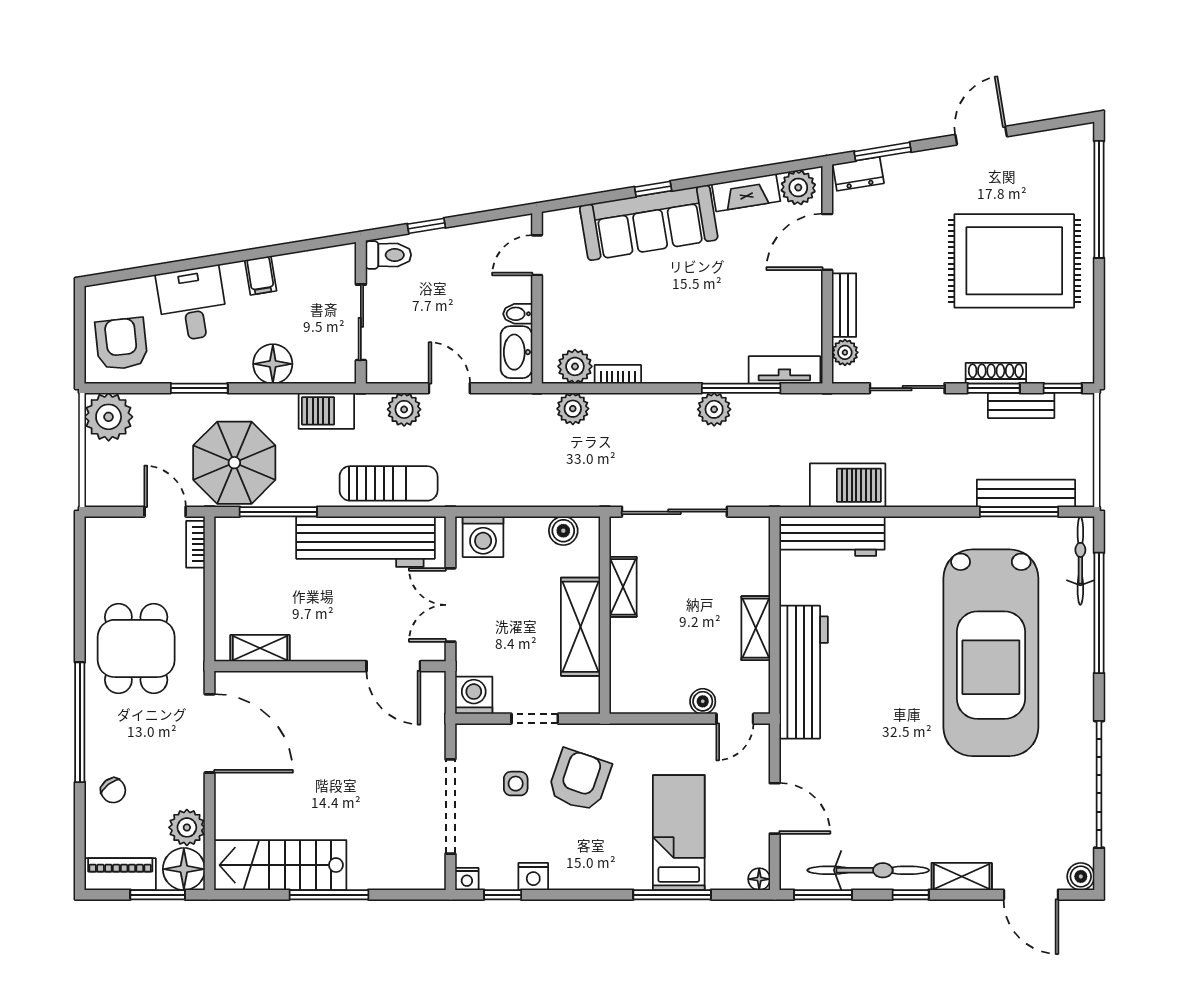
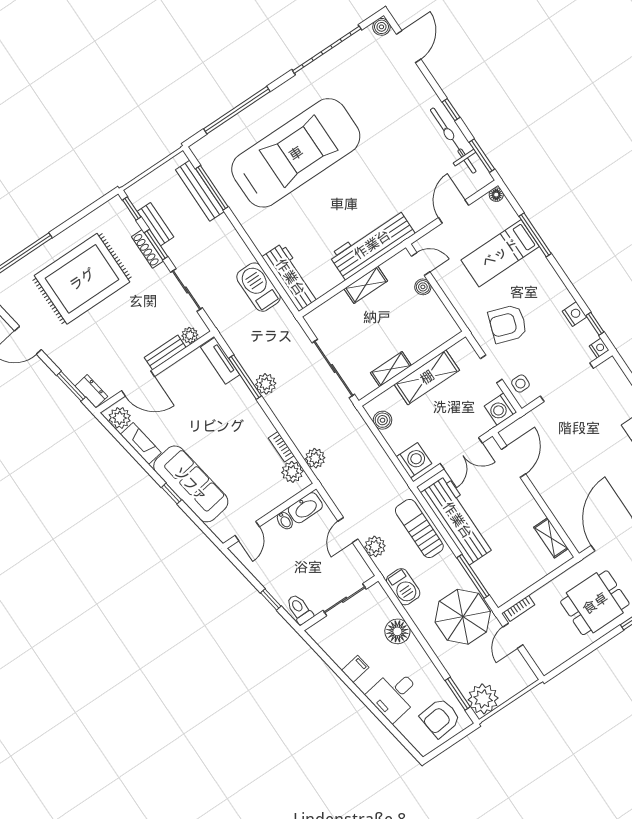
door: (537, 255) -> (247, 531), hinge flipped
rug: (1014, 261) -> (82, 279), turned 90
window: (199, 388) -> (458, 694), moved
bicycle: (1080, 561) -> (216, 138), removed
side table: (516, 784) -> (520, 384), moved
shelving: (962, 876) -> (423, 89), removed

